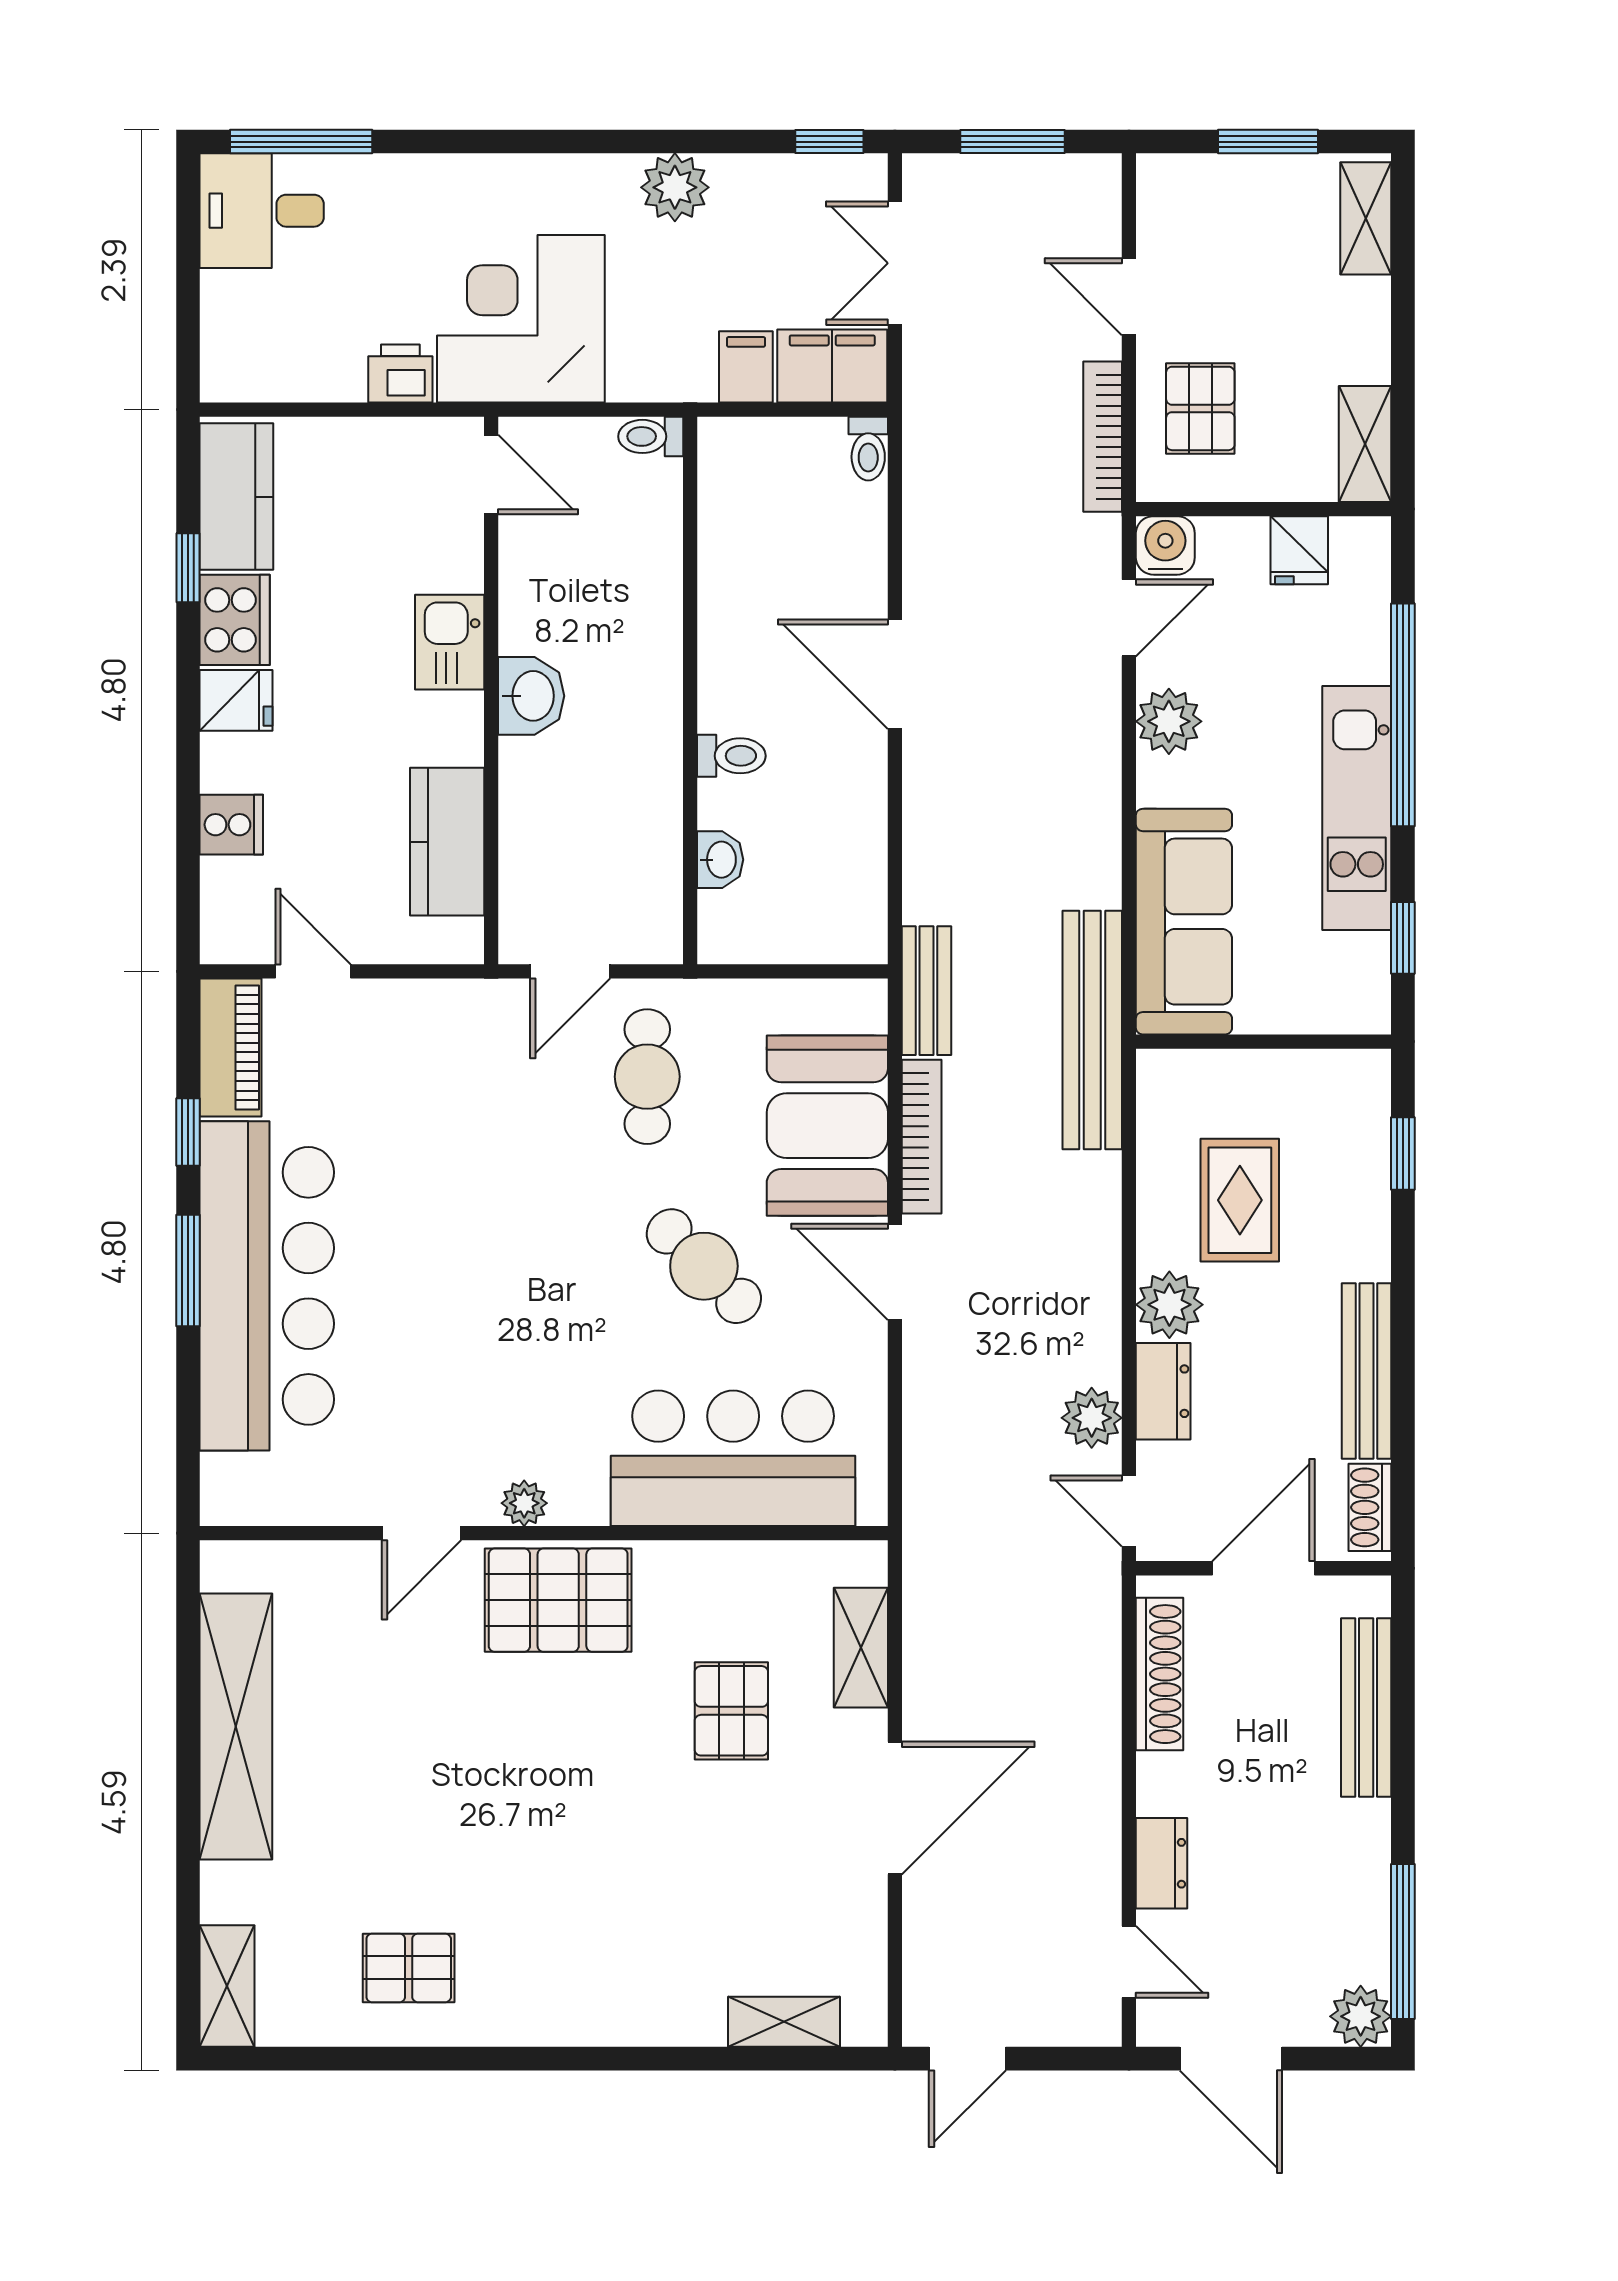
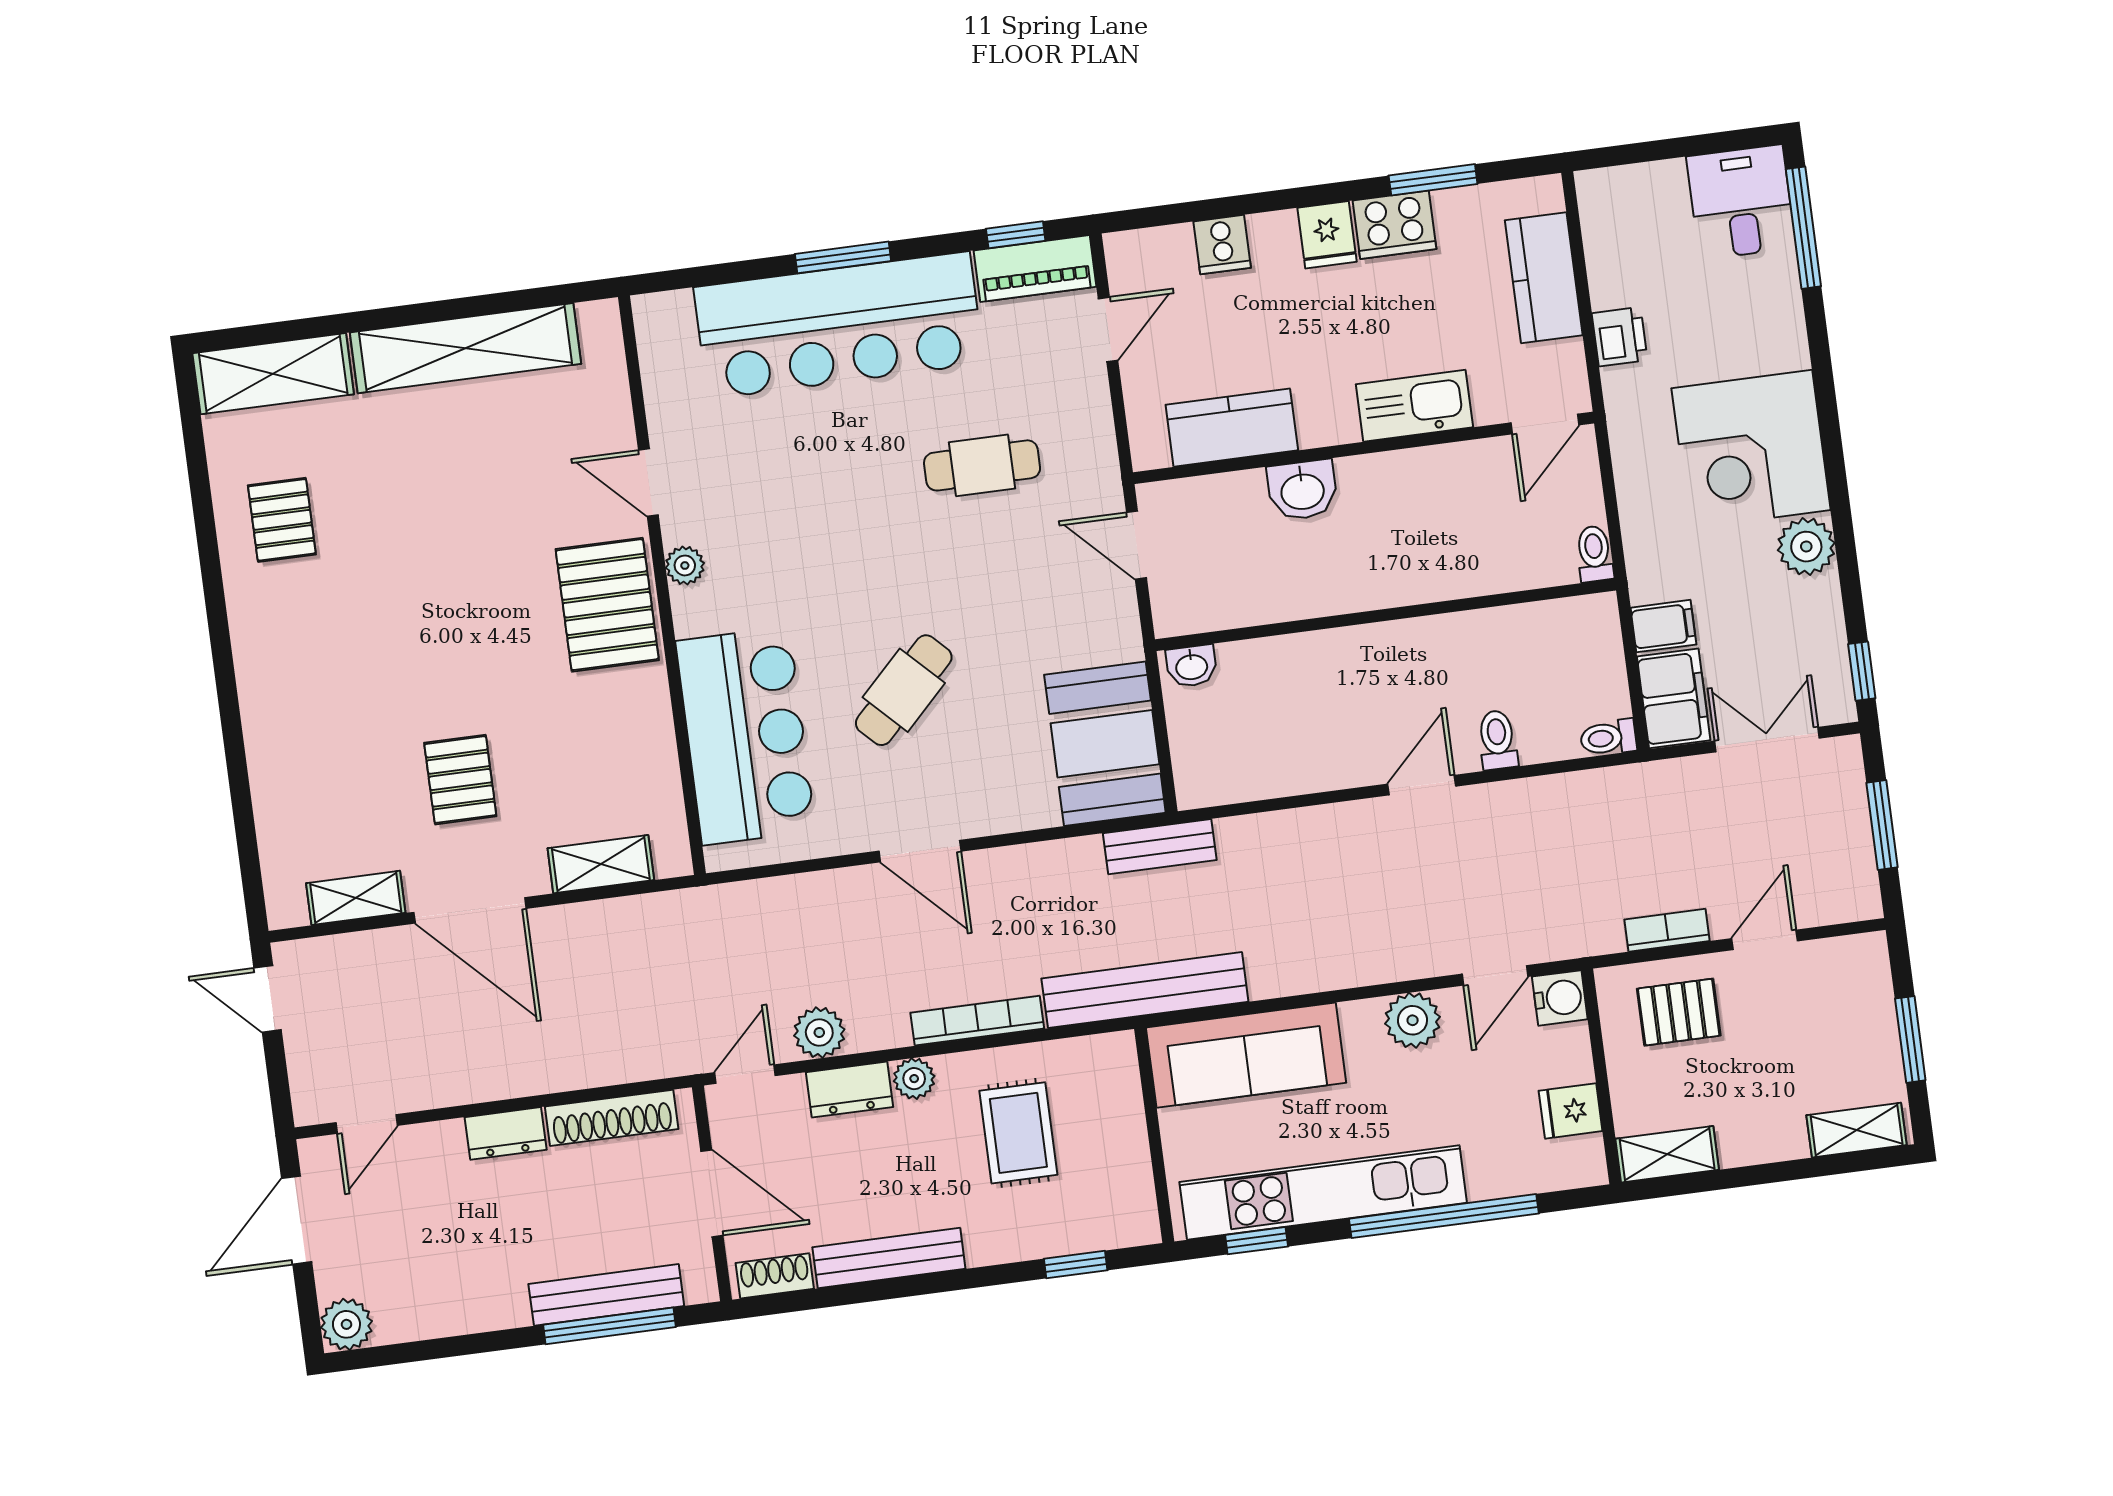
corner desk: (521, 319) -> (1751, 449), moved, turned 180
bookcase: (1103, 437) -> (1667, 930), width x0.64
kitchen counter: (236, 497) -> (1544, 278), moved, turned 90
window: (188, 568) -> (1433, 180), width x1.50
door: (1129, 618) -> (1495, 975), hinge flipped
kitchen sink: (450, 642) -> (1414, 406), width x1.38
door: (895, 674) -> (1422, 785), width x0.73
washbasin: (531, 696) -> (1302, 490), moved
toilet: (731, 756) -> (1497, 740), moved, turned 180
kitchen unit: (1357, 808) -> (1323, 1192), width x1.36
washbasin: (720, 860) -> (1192, 666), moved
cafe table: (647, 1077) -> (982, 465), moved
booth: (827, 1126) -> (1105, 744), moved, turned 90
window: (188, 1132) -> (1016, 235), moved
bookcase: (922, 1137) -> (977, 1021), moved, turned 180
rug: (1240, 1200) -> (1018, 1133), turned 90
door: (895, 1272) -> (920, 851), swing flipped
plant: (1169, 1305) -> (914, 1079), width x0.73, depth x0.73
pallet: (731, 1711) -> (460, 780), moved, turned 90
dresser: (1162, 1863) -> (506, 1133), moved
window: (1403, 1941) -> (609, 1326), moved
shelving: (227, 1986) -> (273, 374), width x1.50, depth x1.33
shelving: (784, 2022) -> (356, 898), moved, turned 90

